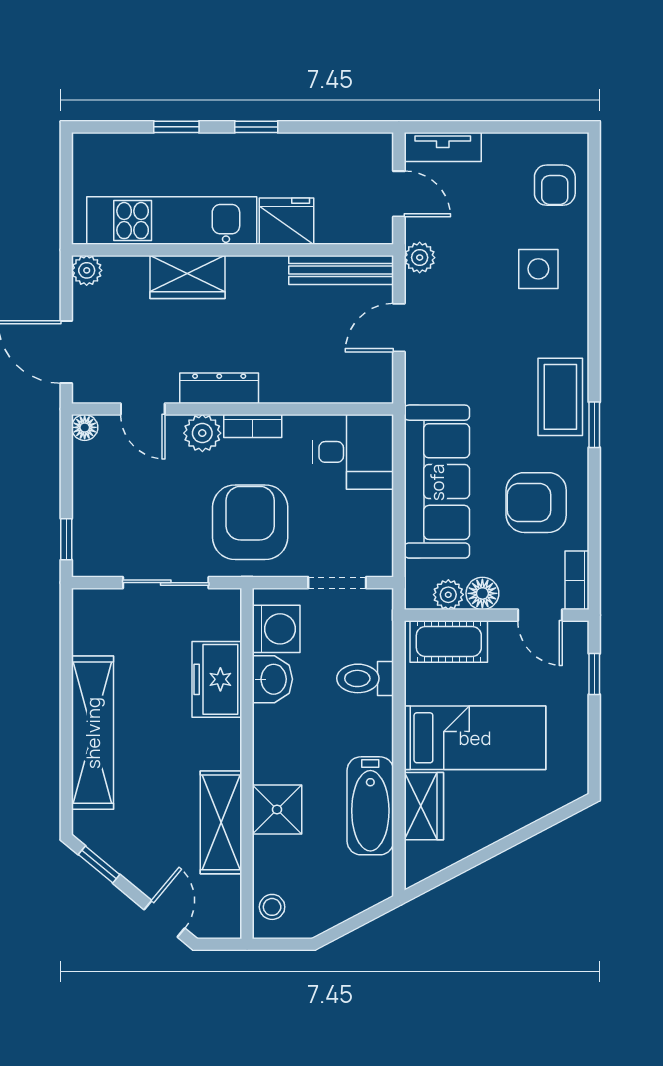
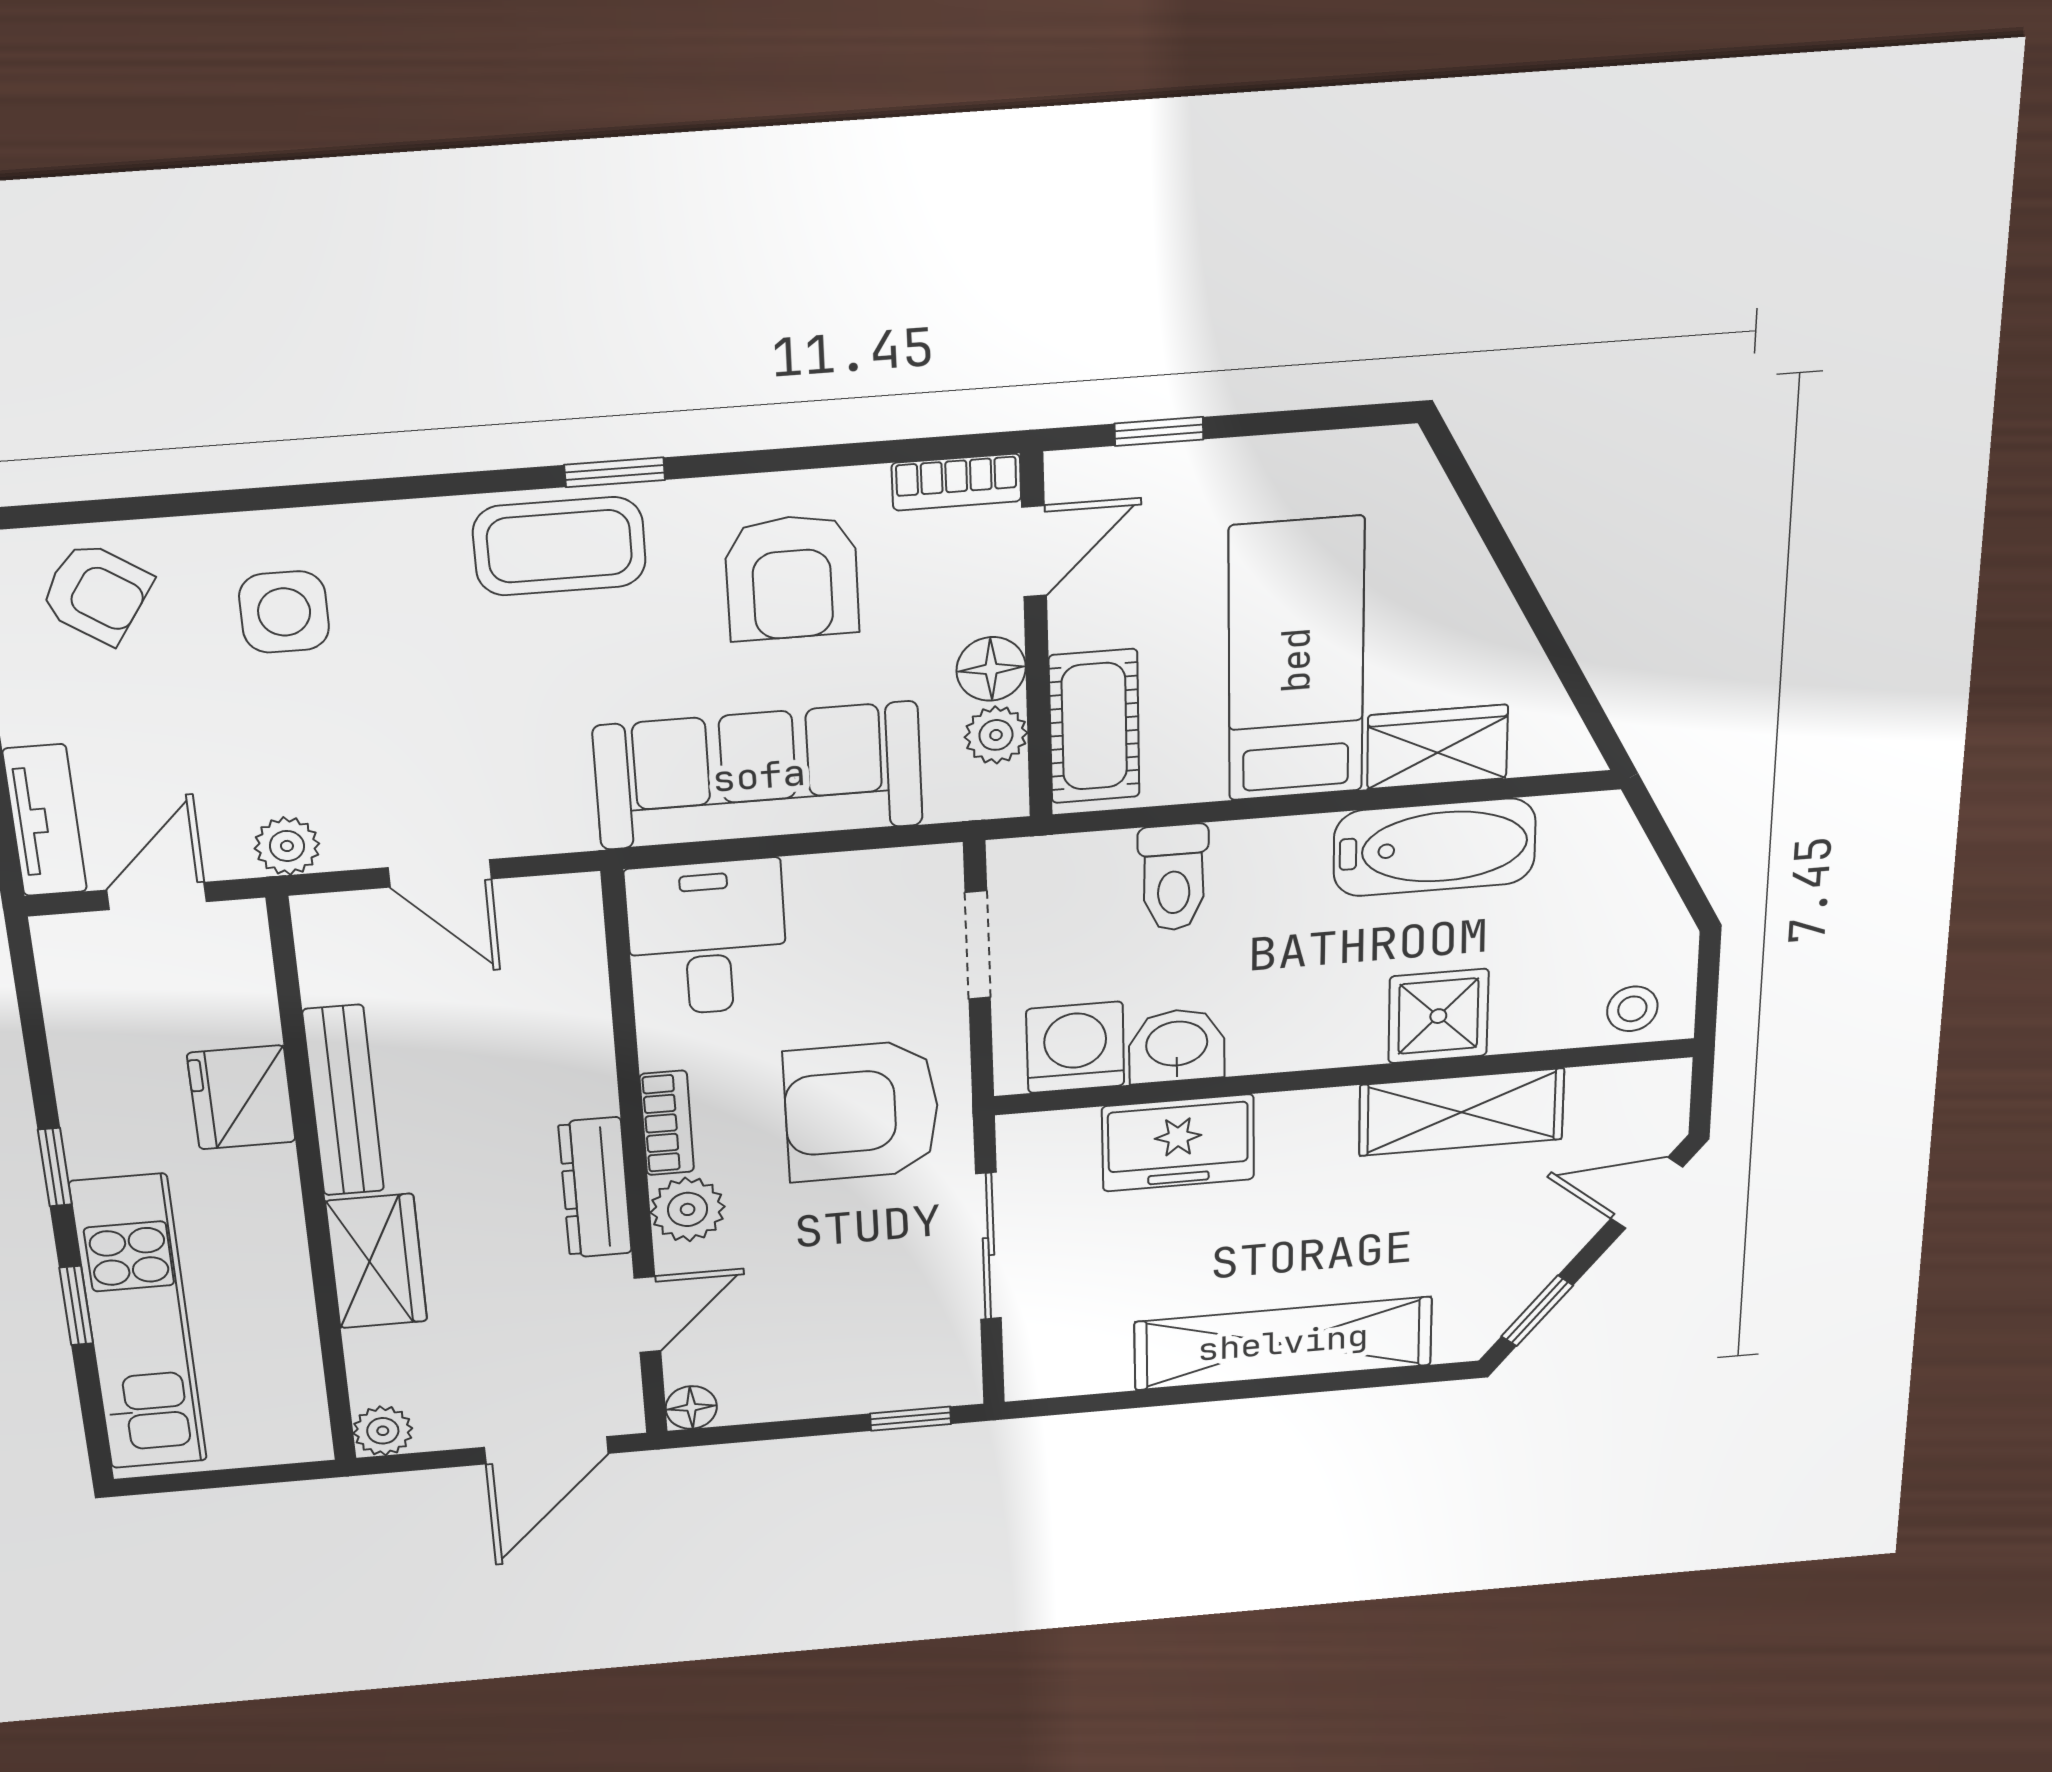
armchair: (555, 185) -> (96, 593), turned 34
kitchen unit: (172, 221) -> (139, 1323), moved, turned 180
bench: (341, 270) -> (343, 1101), moved

